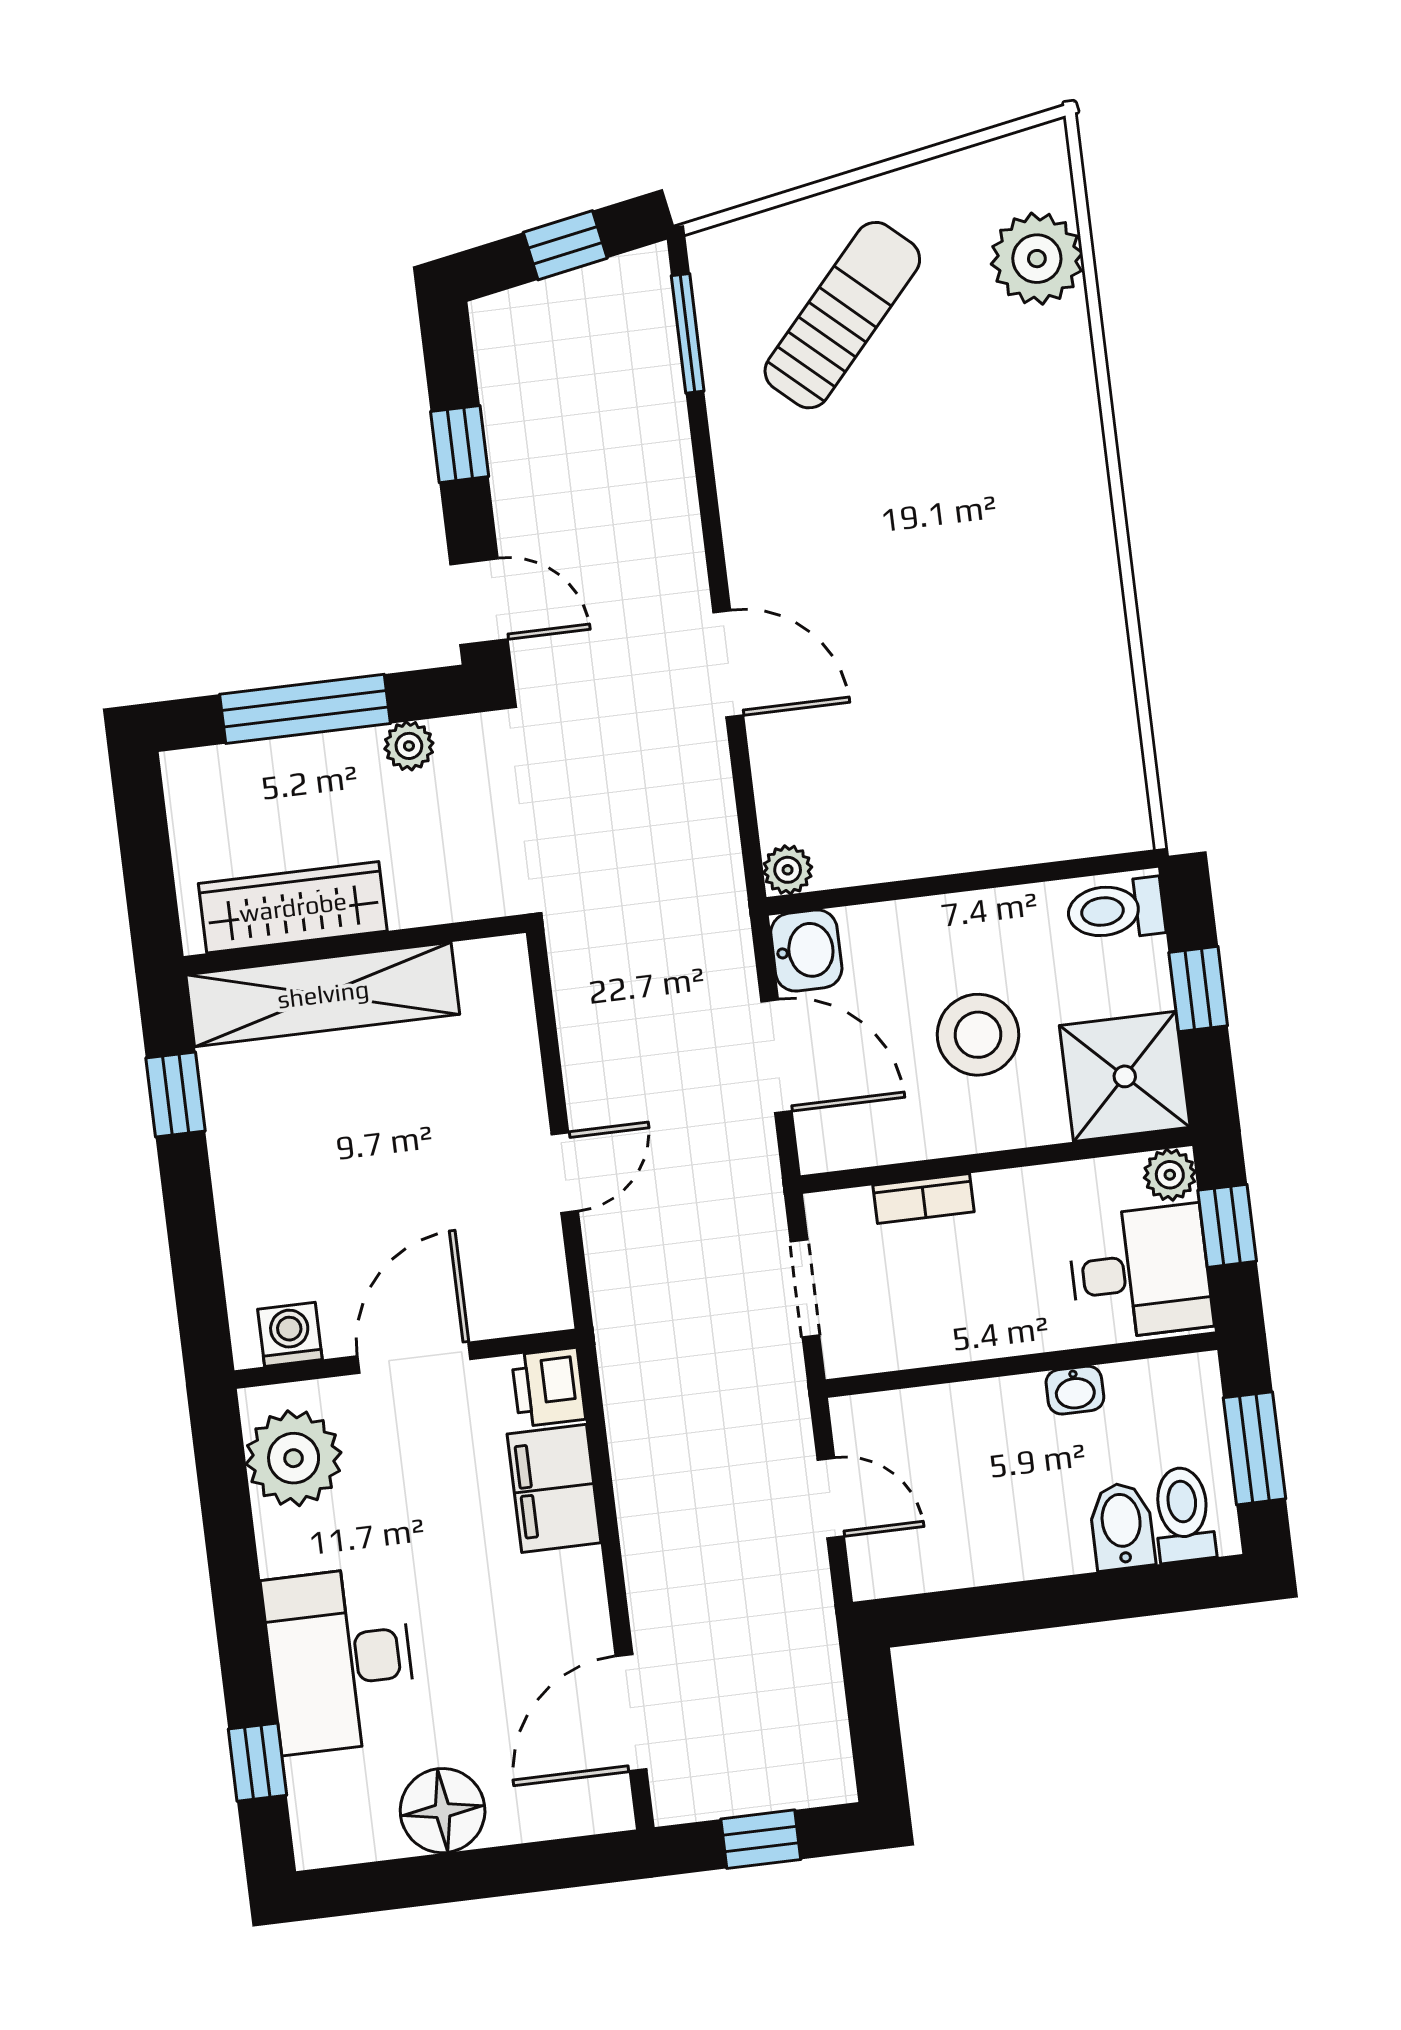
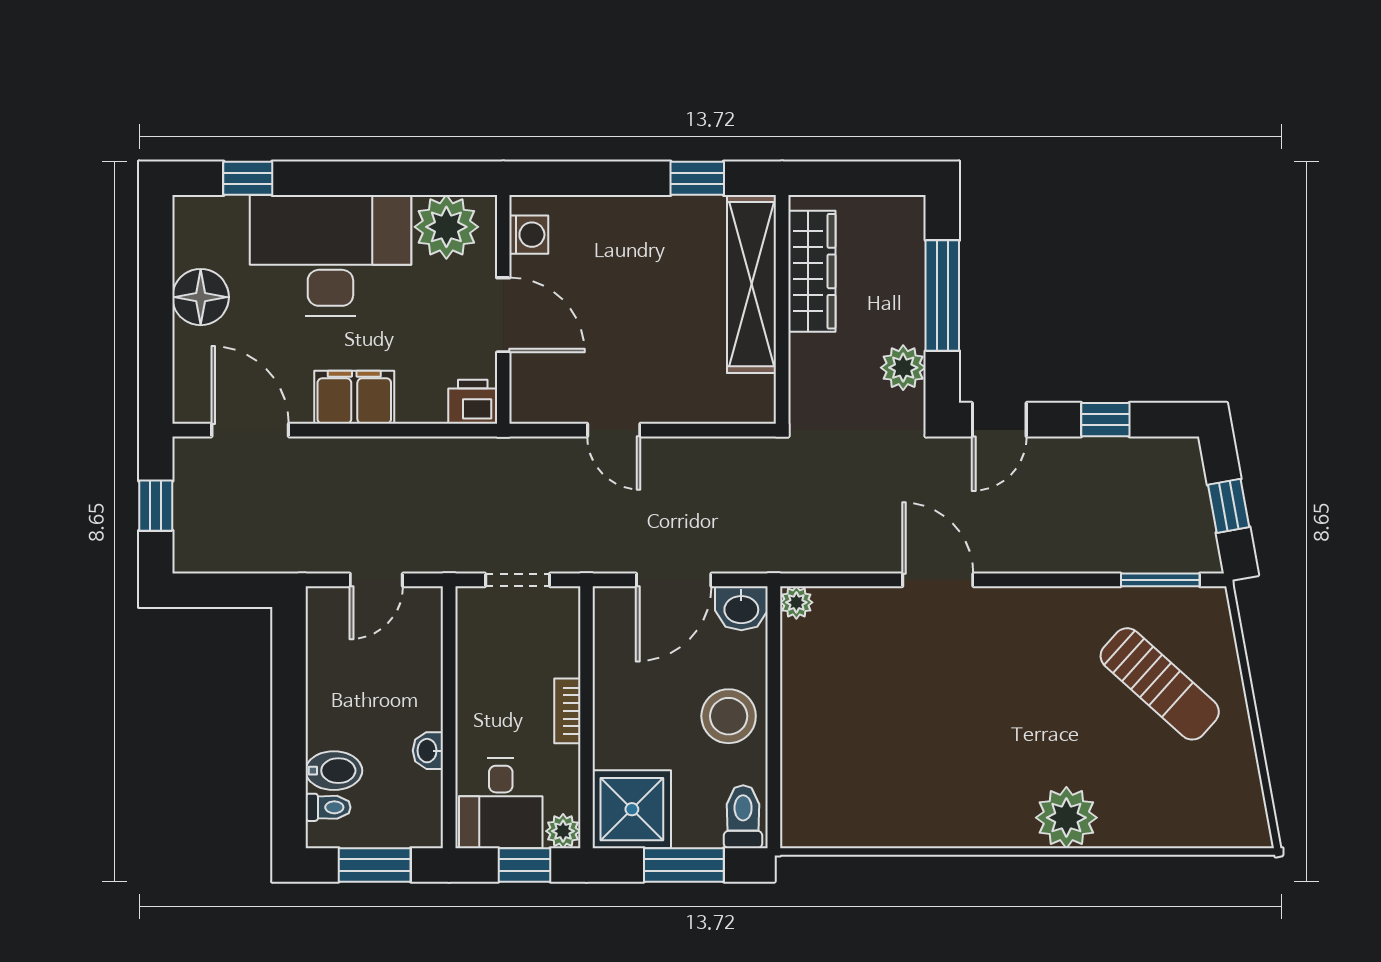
plant: (1037, 259) -> (1066, 818), moved
door: (728, 664) -> (938, 580), swing flipped
plant: (409, 746) -> (903, 368), width x1.38, depth x1.38
window: (1198, 989) -> (684, 865), width x1.50
stool: (978, 1035) -> (729, 716), moved
bookcase: (924, 1199) -> (567, 711), moved
filing cabinet: (554, 1488) -> (354, 397), moved
toilet: (1183, 1514) -> (328, 807), width x0.73, depth x0.72
desk: (340, 1660) -> (330, 255), width x1.36, depth x1.30

